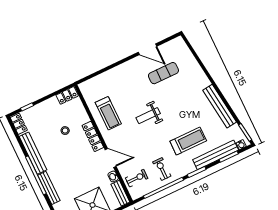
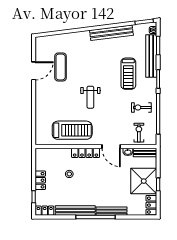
locker: (67, 95) -> (40, 180), moved
treadmill: (108, 113) -> (72, 130), width x1.37, depth x1.38
treadmill: (188, 141) -> (128, 74), turned 180
door: (111, 158) -> (111, 147), swing flipped

